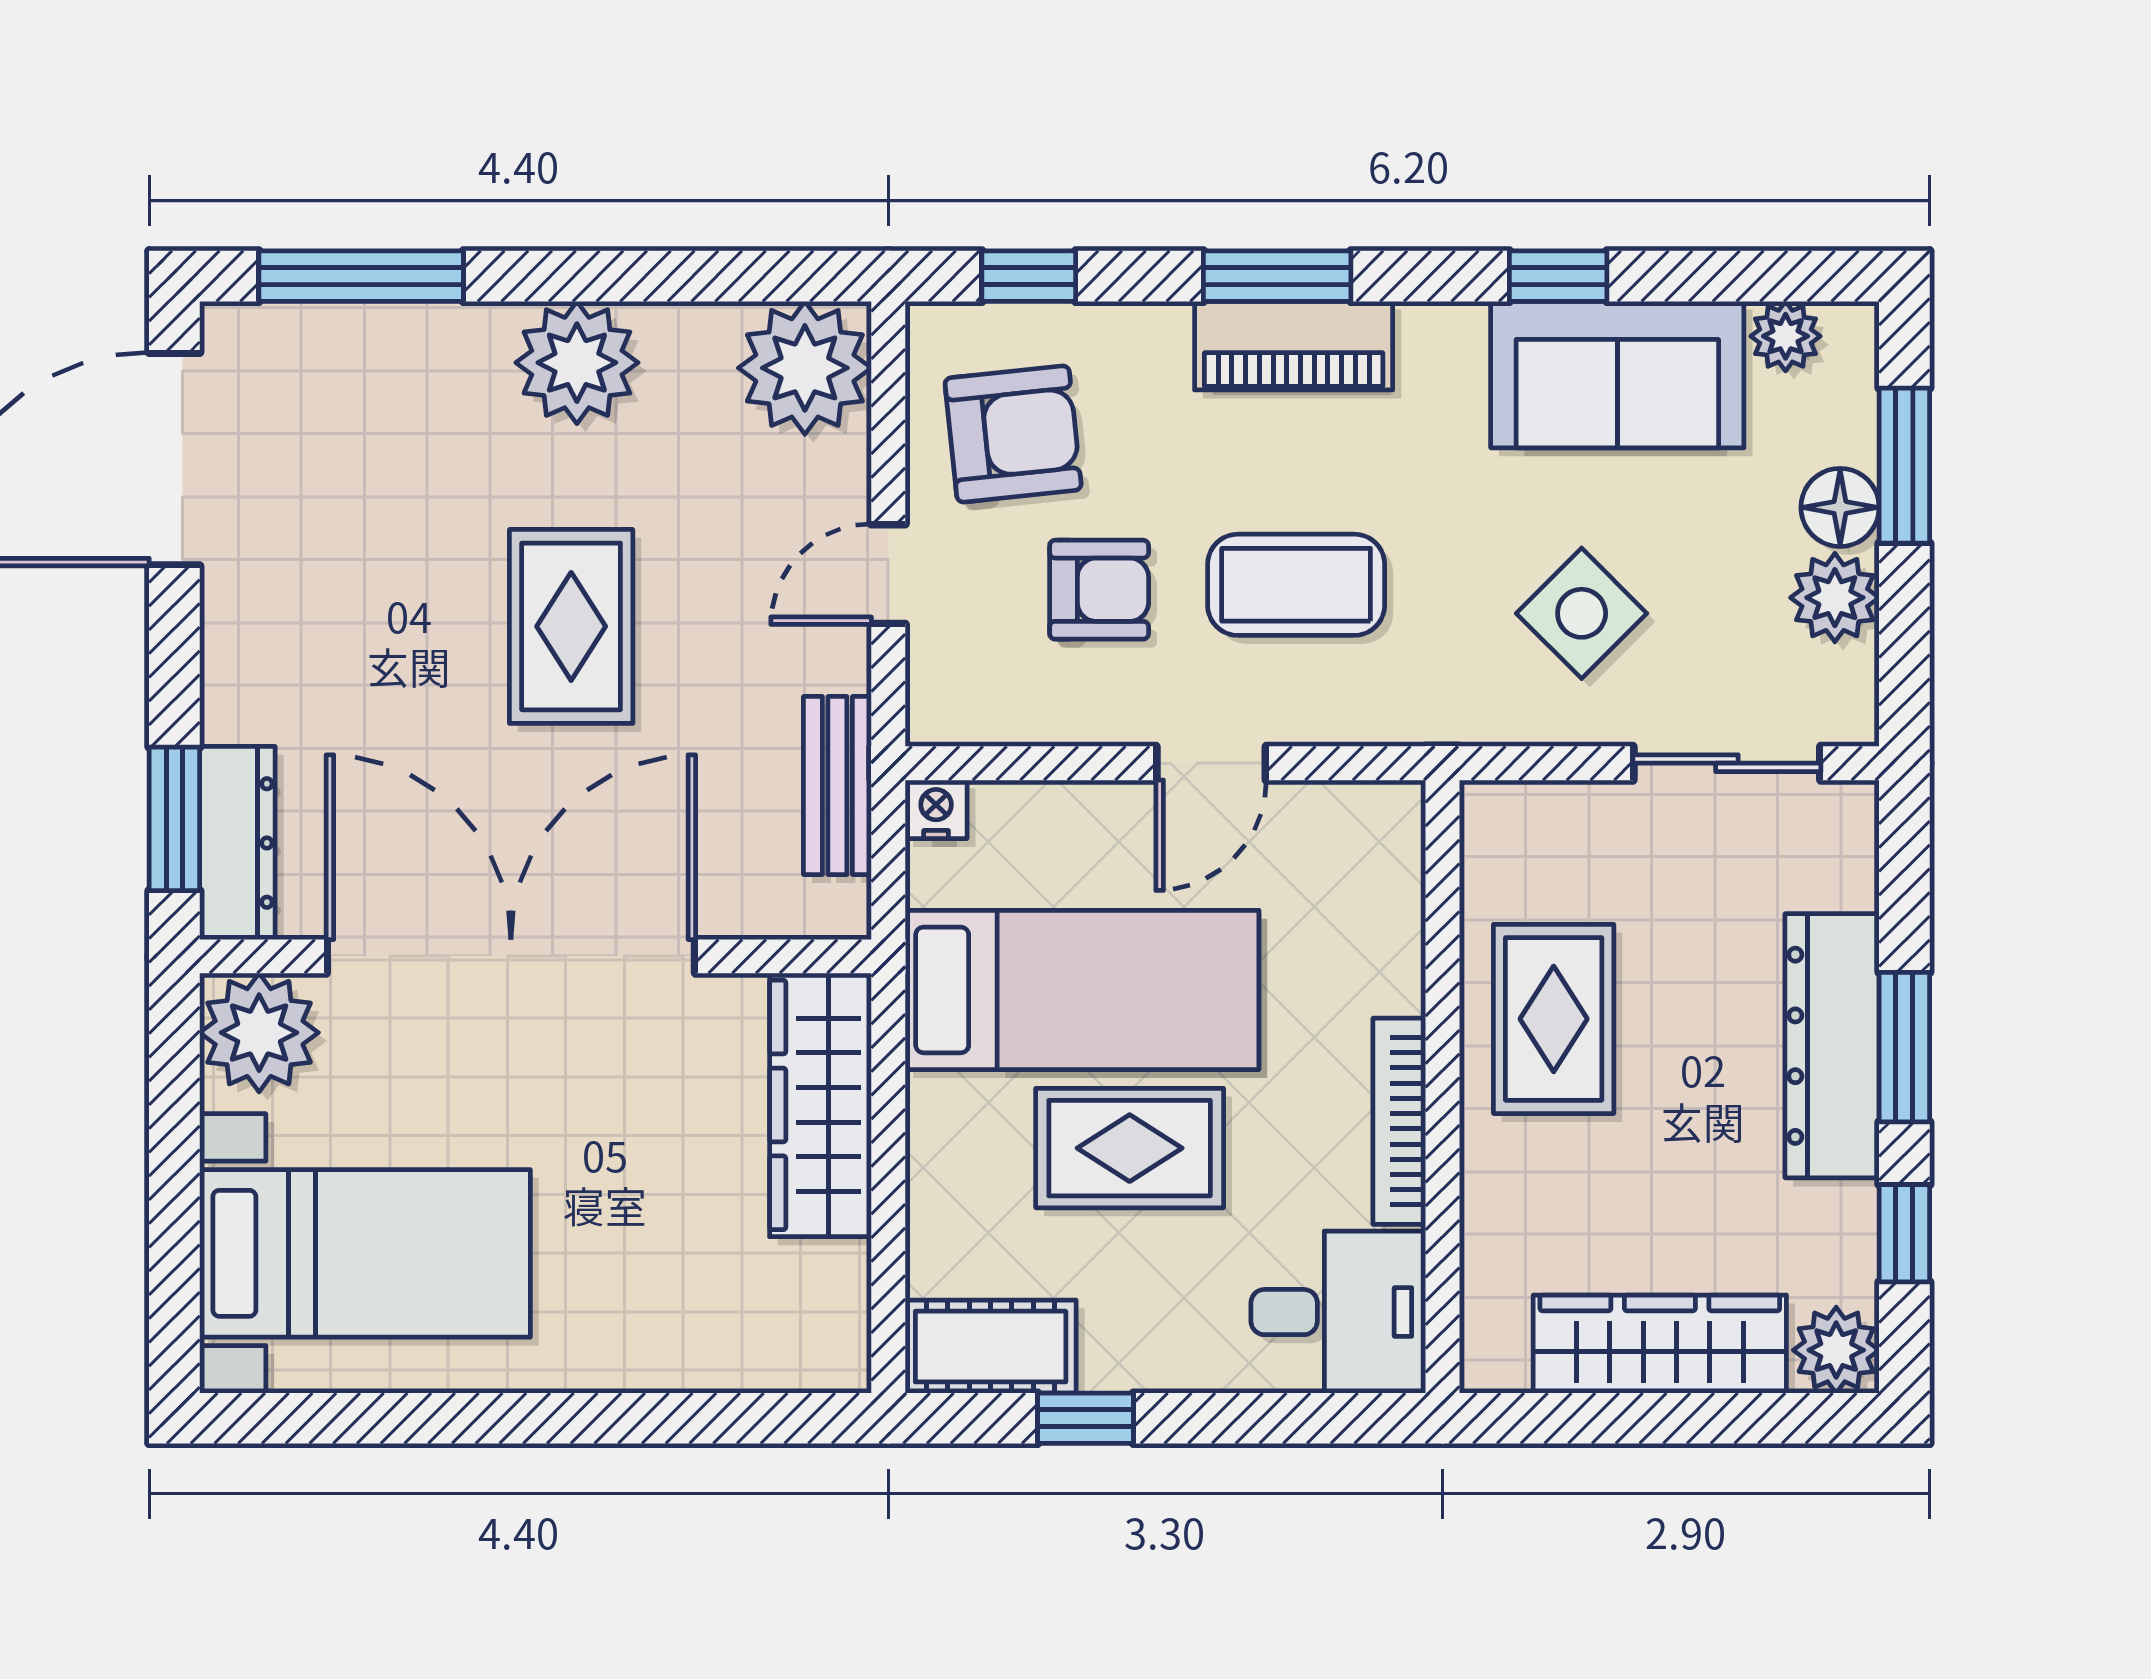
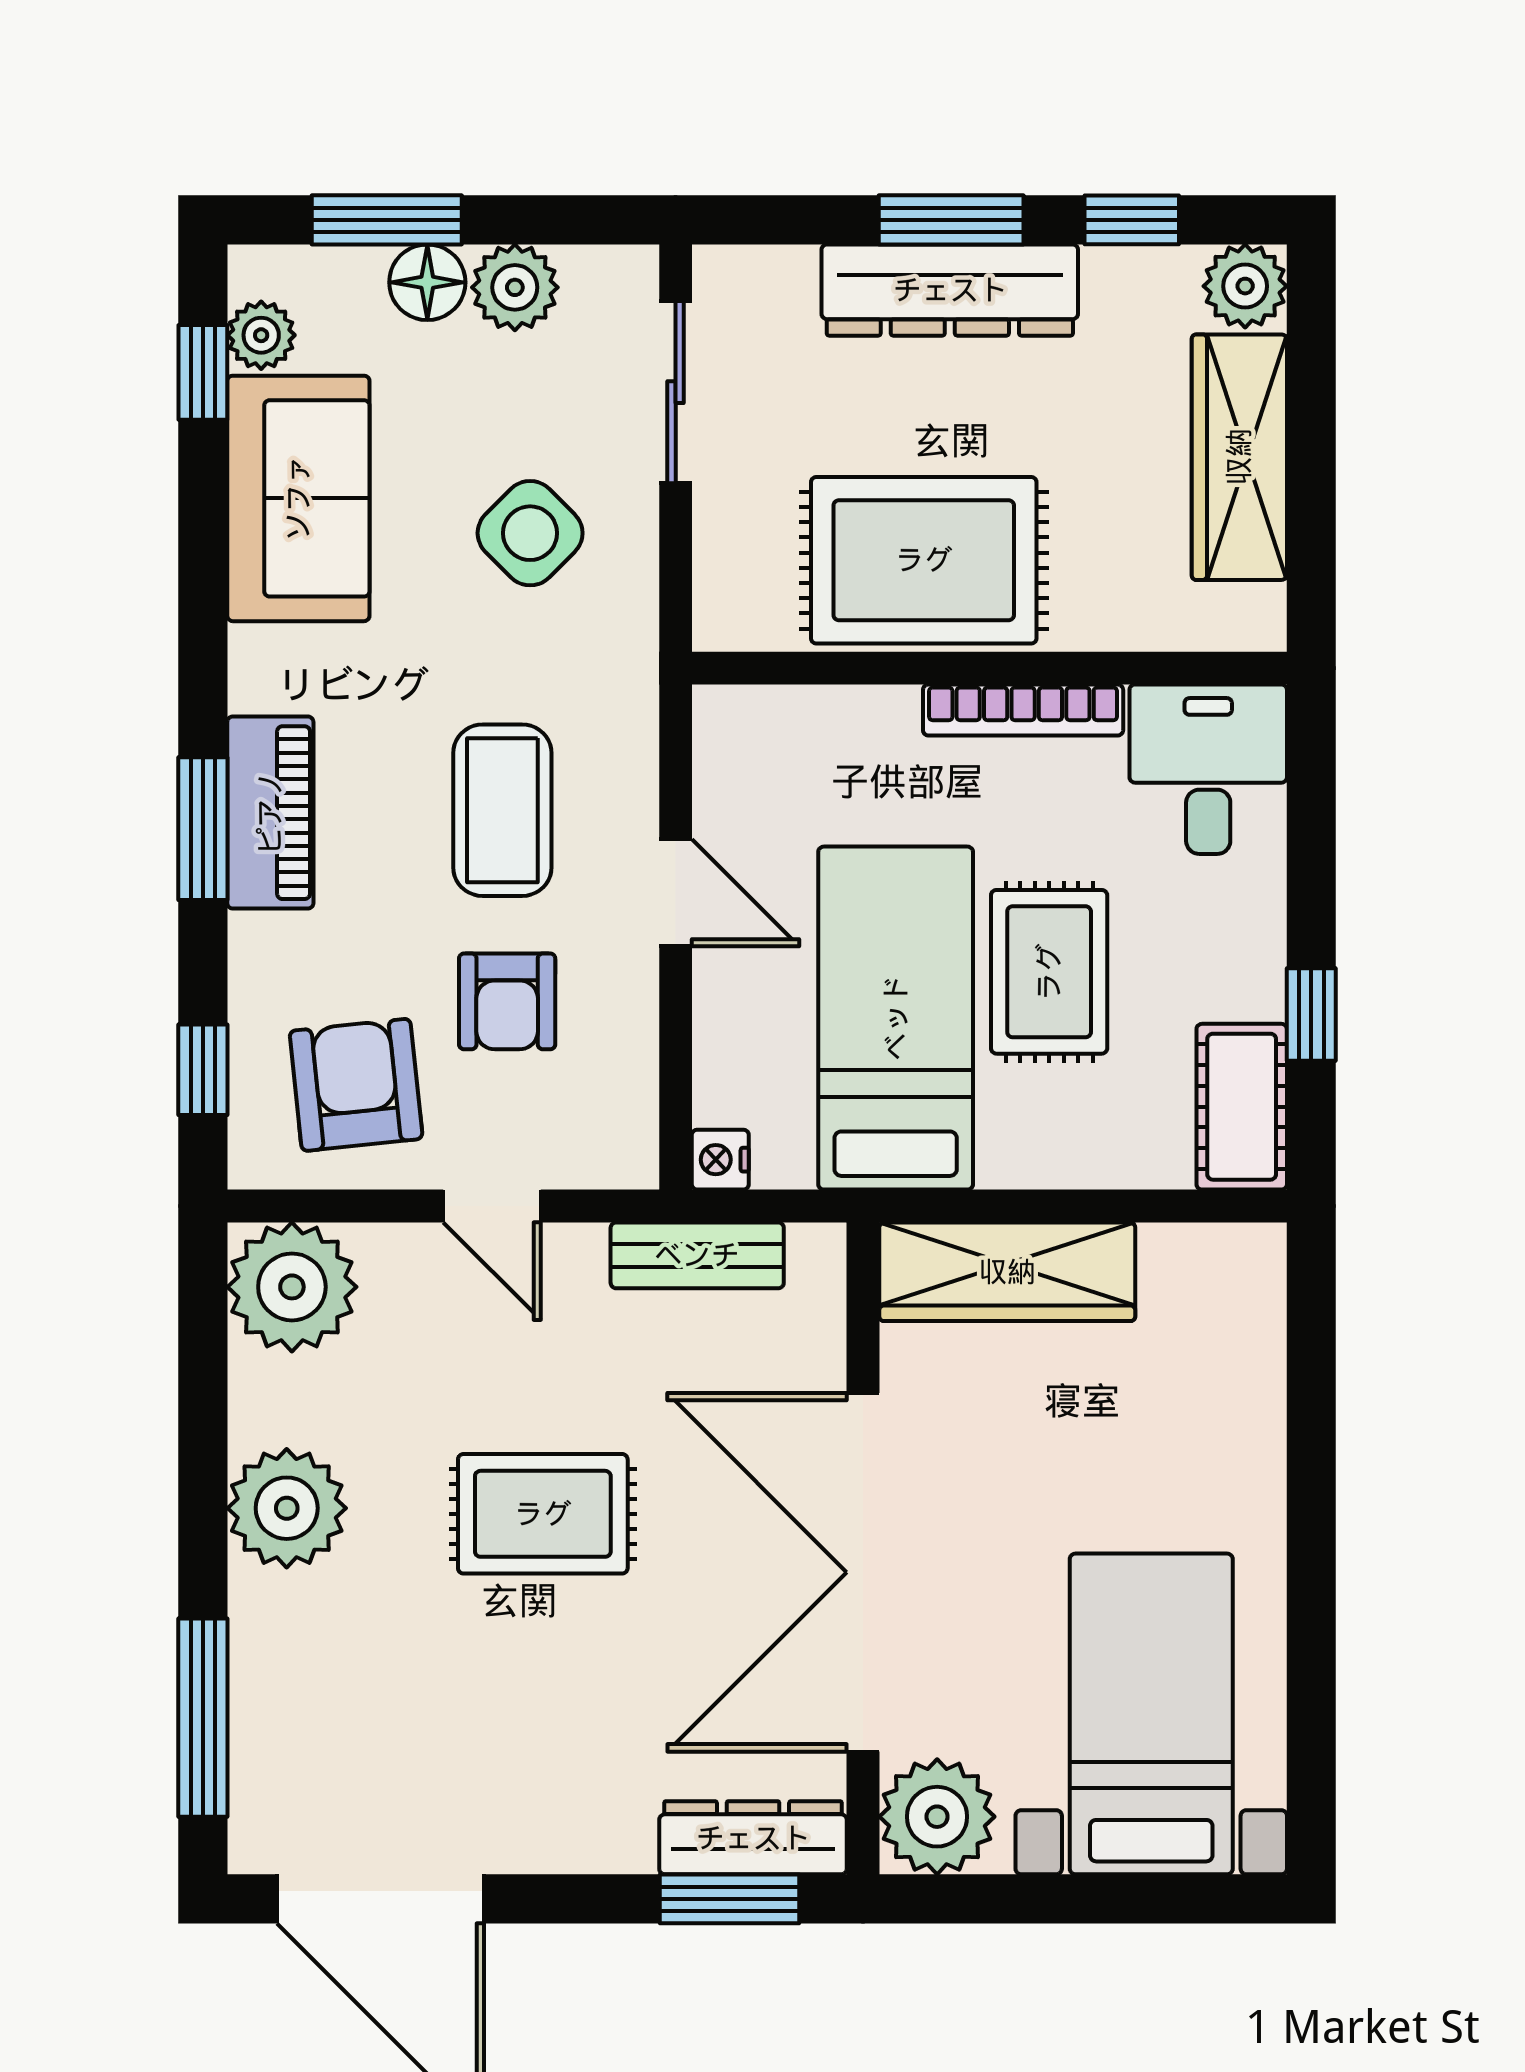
window: (1558, 276) -> (203, 372), moved
armchair: (1099, 590) -> (507, 1001), turned 180
rug: (1554, 1019) -> (924, 560), width x1.36, depth x1.43

